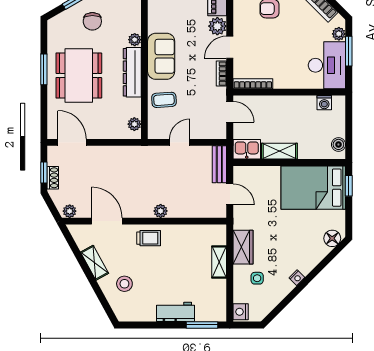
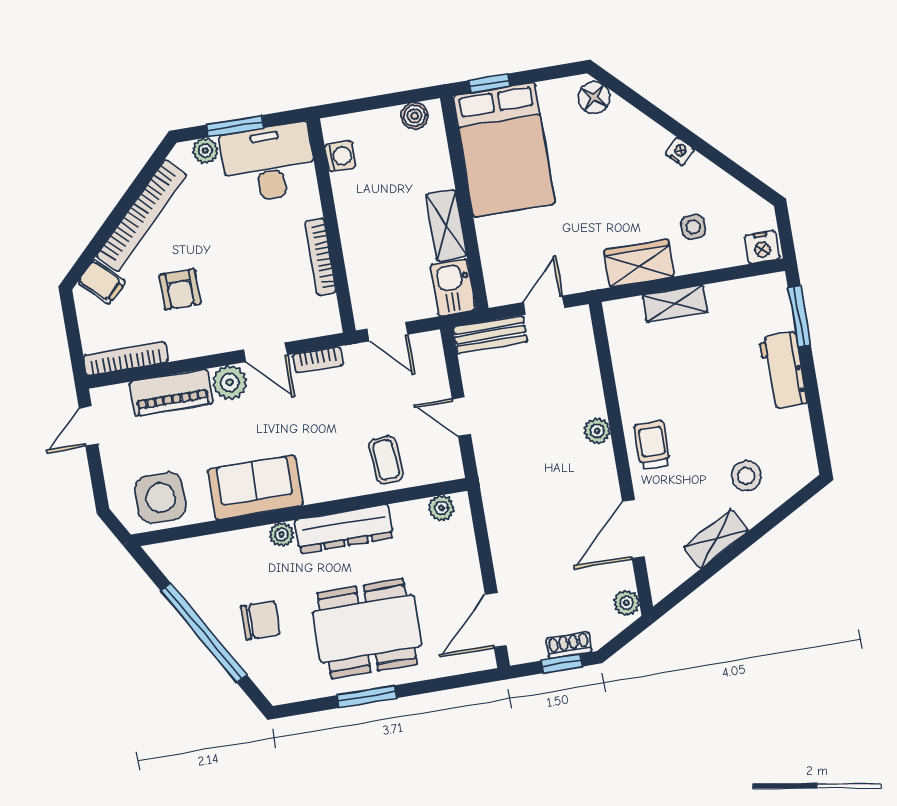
sofa: (161, 56) -> (255, 488), moved
bookcase: (253, 84) -> (320, 257), moved
door: (230, 112) -> (388, 332), swing flipped

